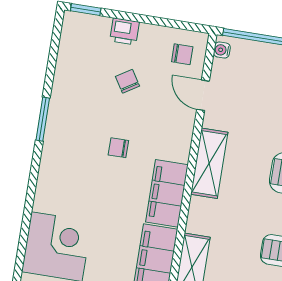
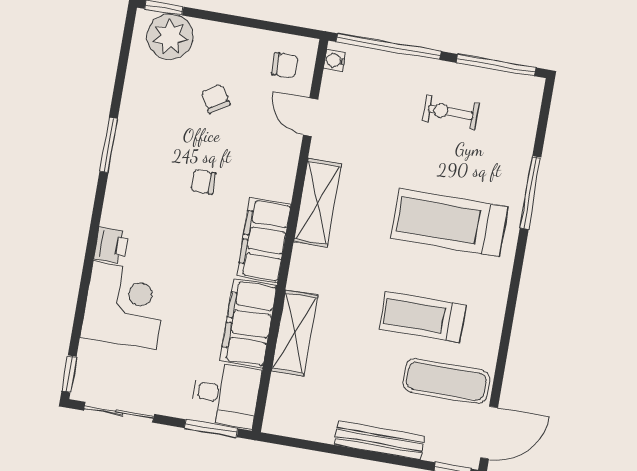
printer: (125, 31) -> (111, 245), moved, turned -90
plant: (91, 32) -> (170, 37), added

